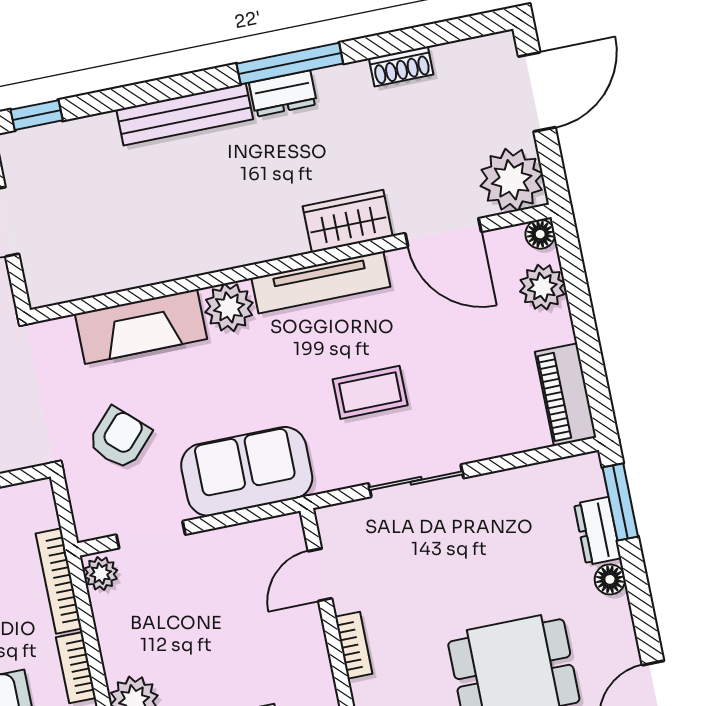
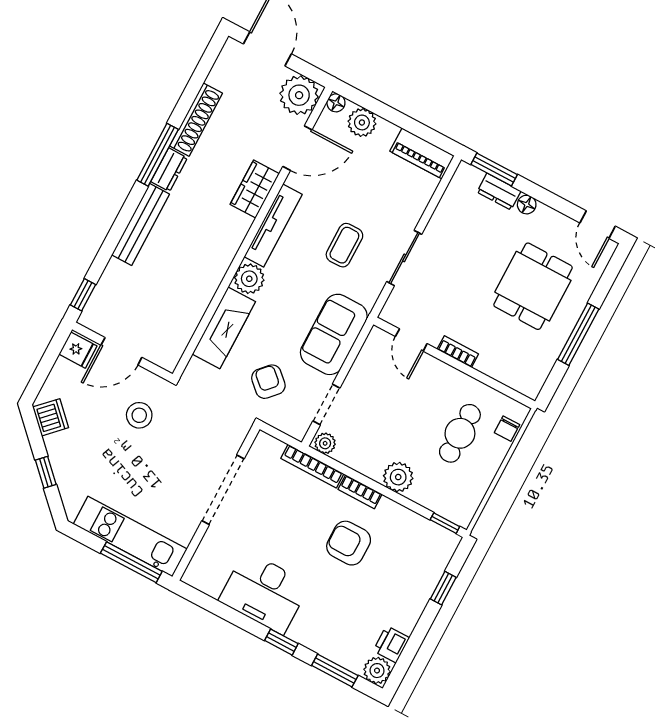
shoe rack: (401, 66) -> (196, 120), width x1.94, depth x1.24

